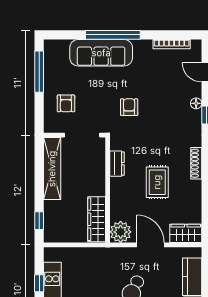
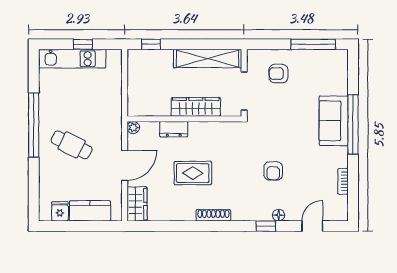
bookcase: (172, 44) -> (343, 181), width x0.64
sofa: (101, 53) -> (334, 121), width x0.73
armchair: (129, 107) -> (273, 171), moved, turned 90
dresser: (117, 164) -> (174, 129), moved
wardrobe: (97, 219) -> (196, 107), moved
plant: (121, 232) -> (133, 127), width x0.53, depth x0.53

